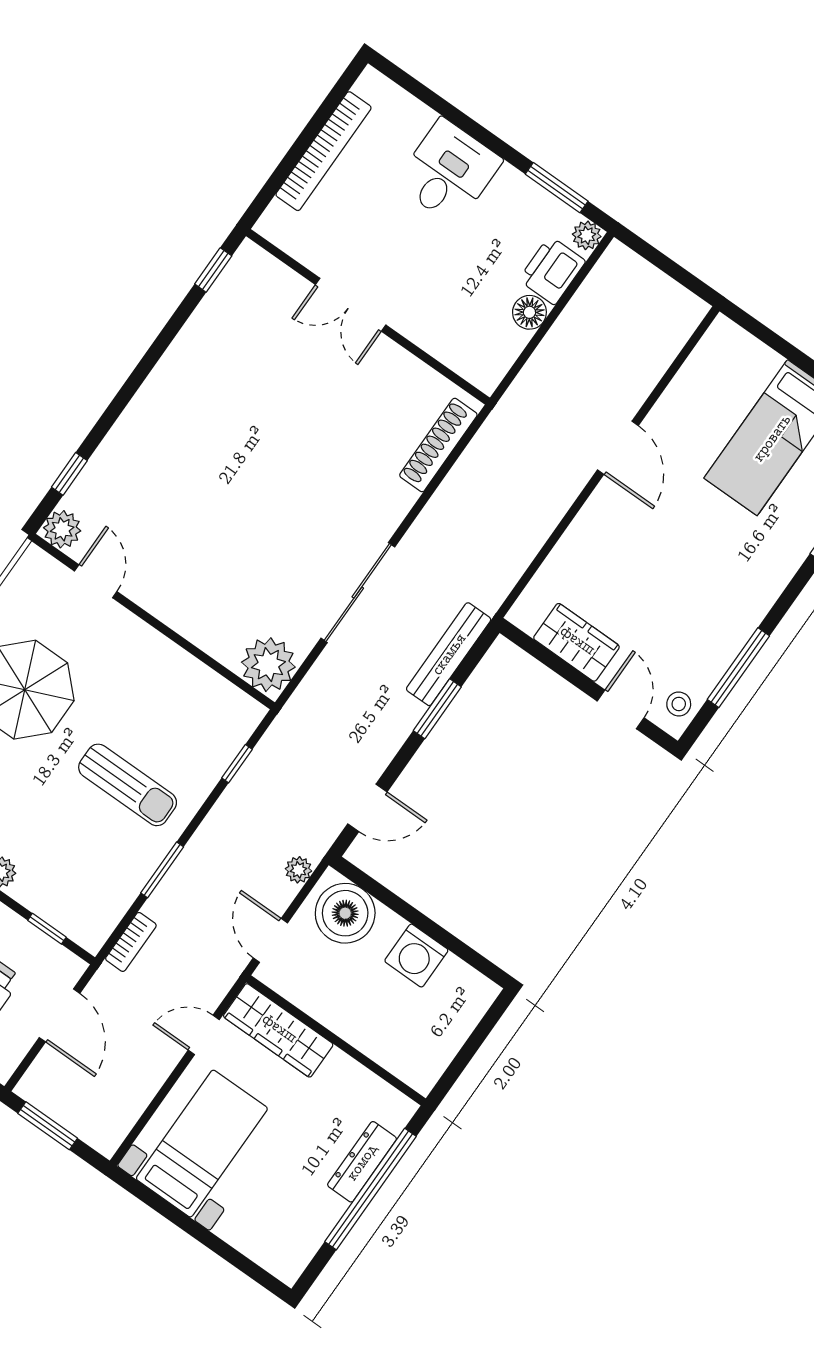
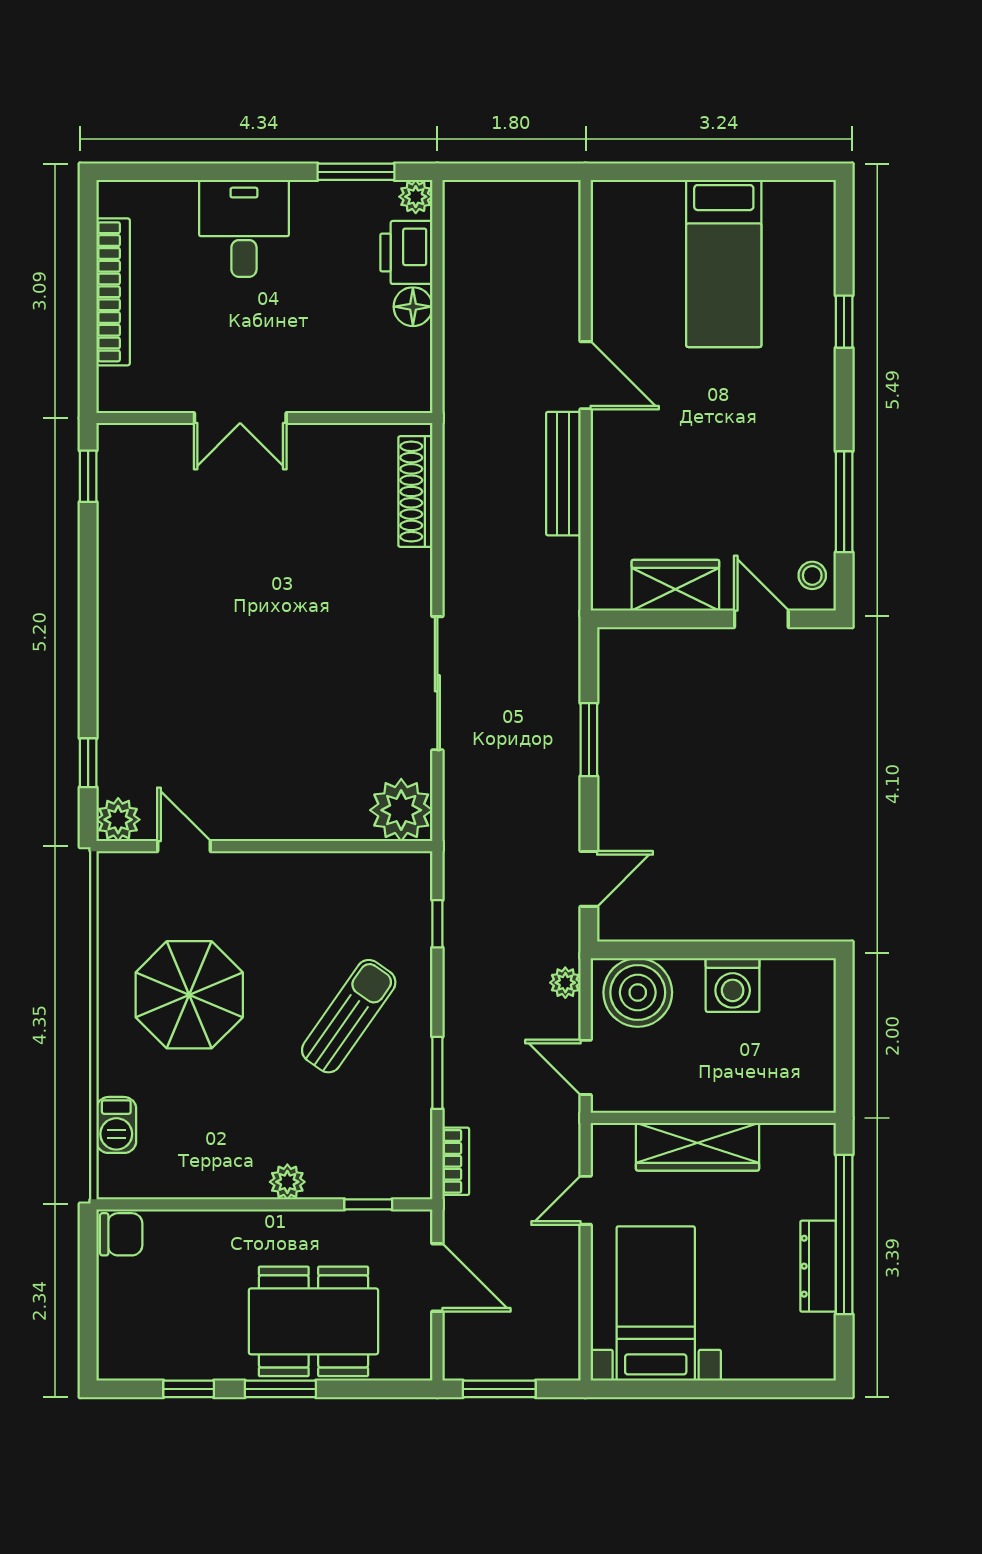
bench: (449, 654) -> (563, 474), moved
sun lounger: (128, 785) -> (349, 1016), turned -55
wardrobe: (278, 1030) -> (697, 1147), moved
dresser: (362, 1162) -> (818, 1266), moved

